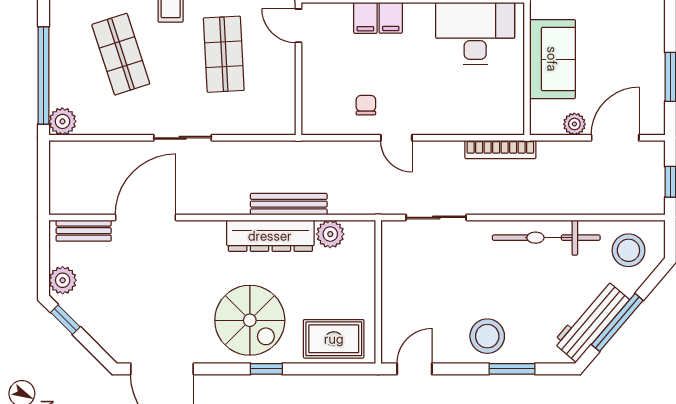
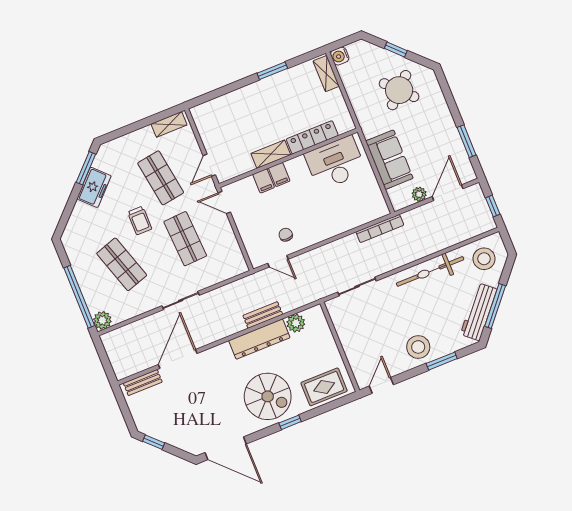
door: (396, 138) -> (278, 261), moved
bench: (289, 204) -> (263, 315), width x0.73
plant: (63, 280) -> (142, 418), removed

